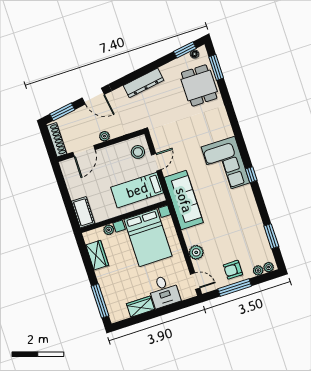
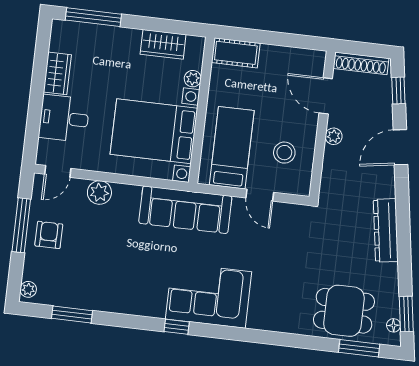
window: (62, 112) -> (398, 91), width x0.67
stool: (138, 152) -> (284, 153), moved
plant: (258, 270) -> (30, 272), removed

